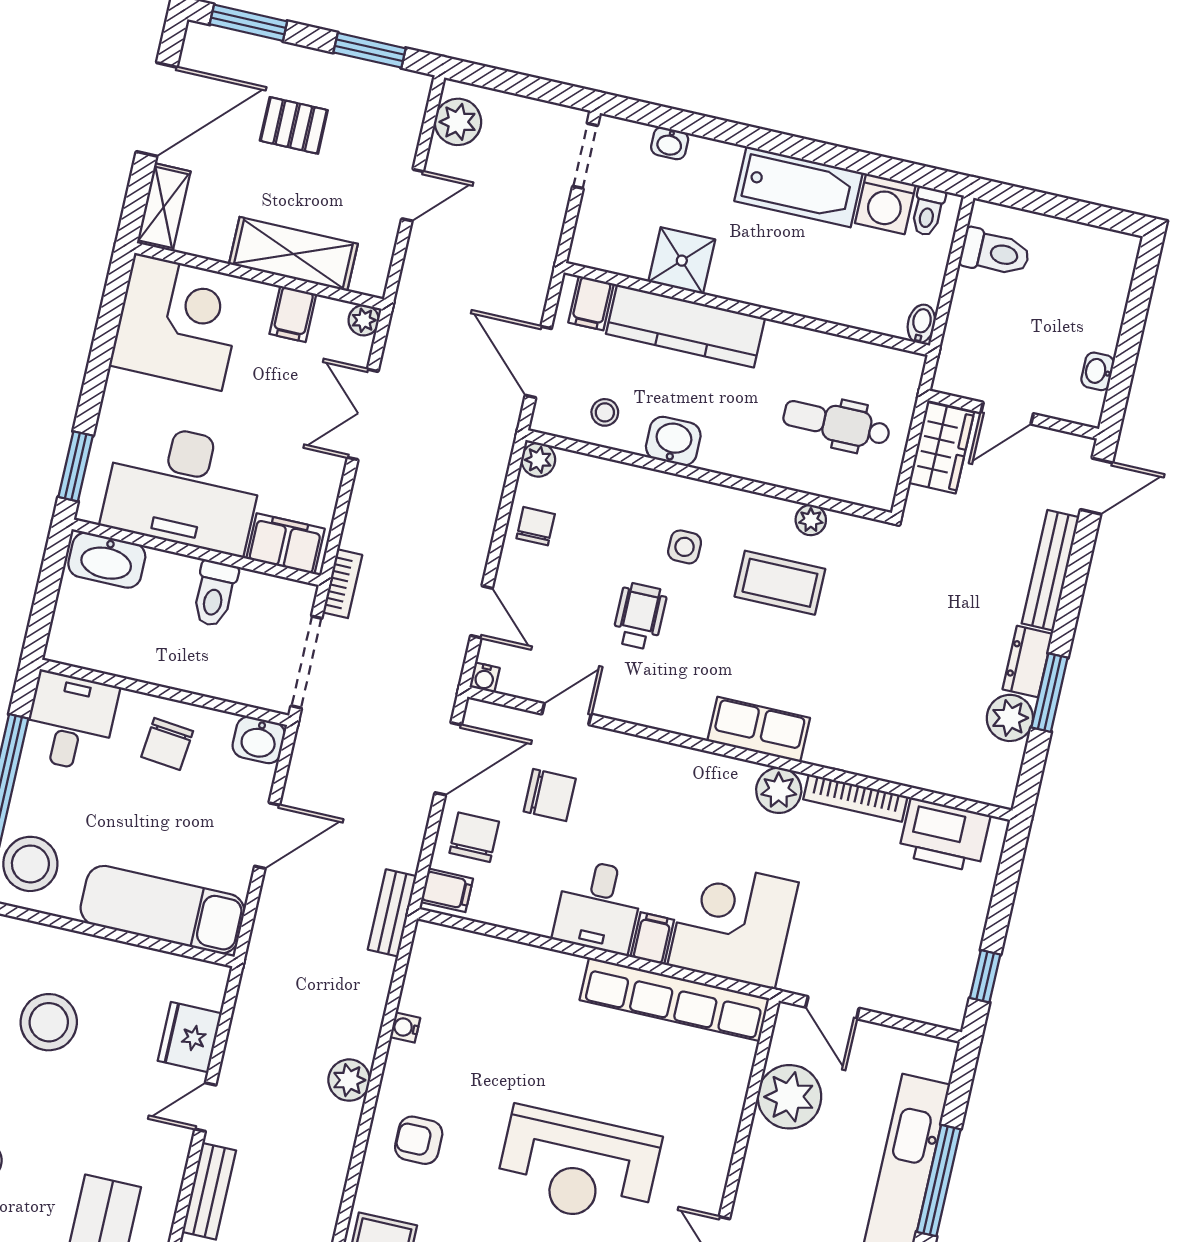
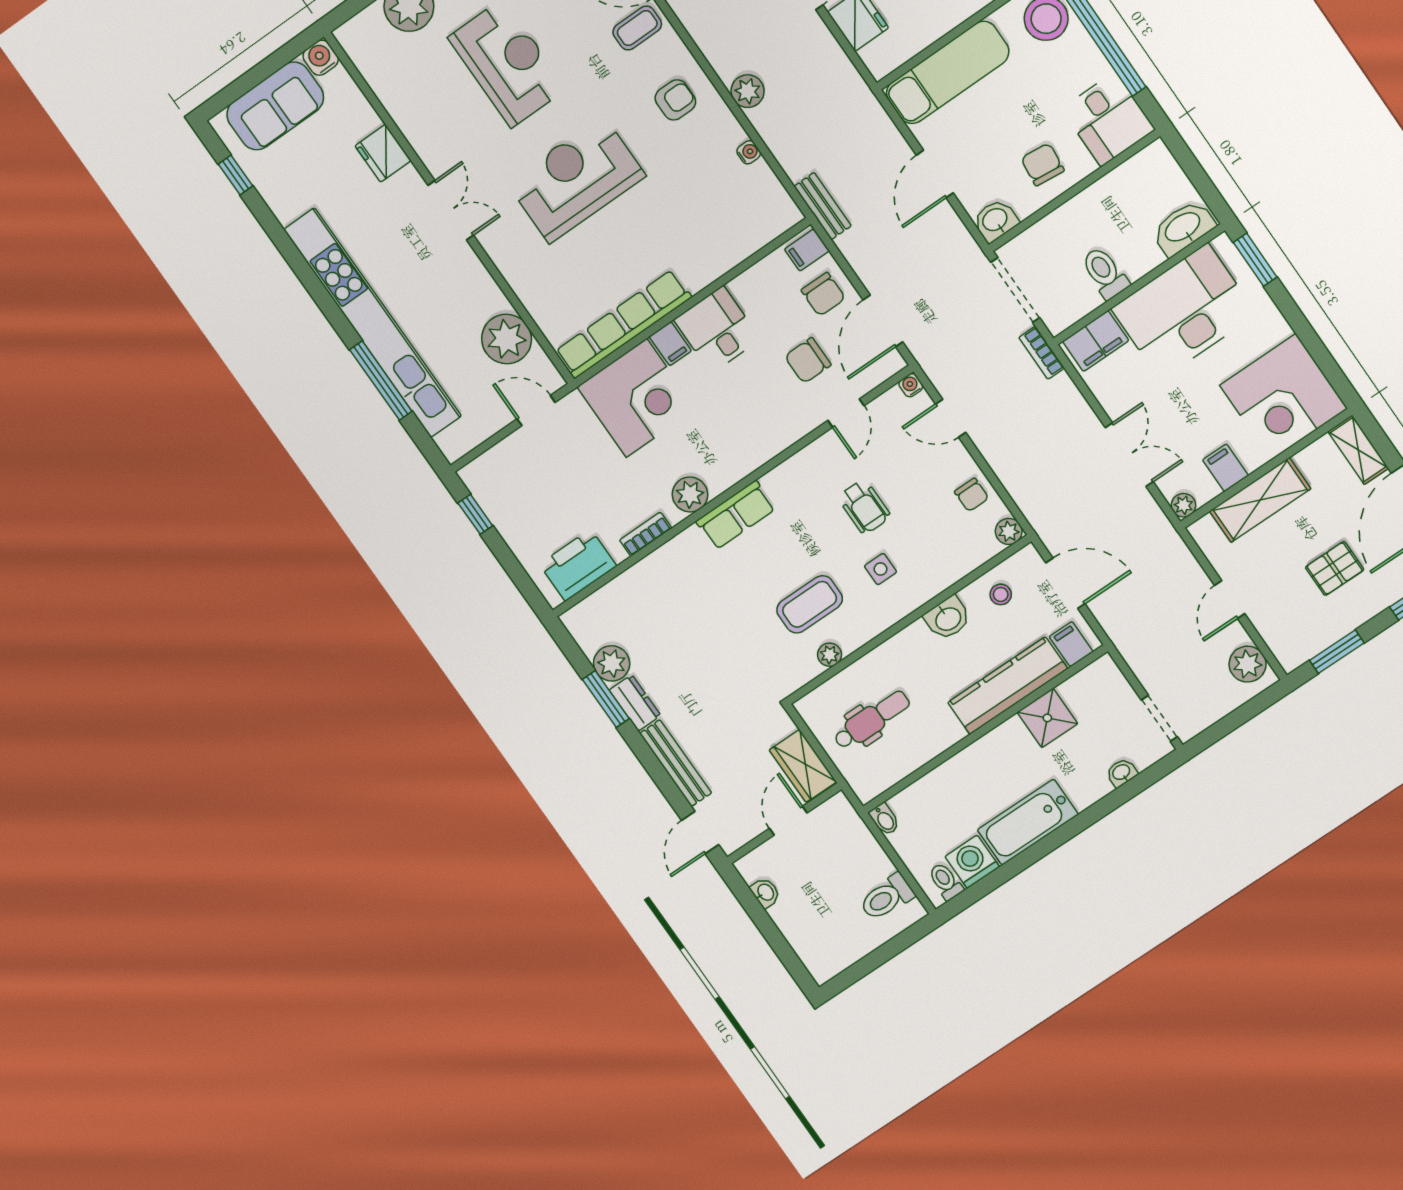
bookcase: (855, 798) -> (646, 534), width x0.64

